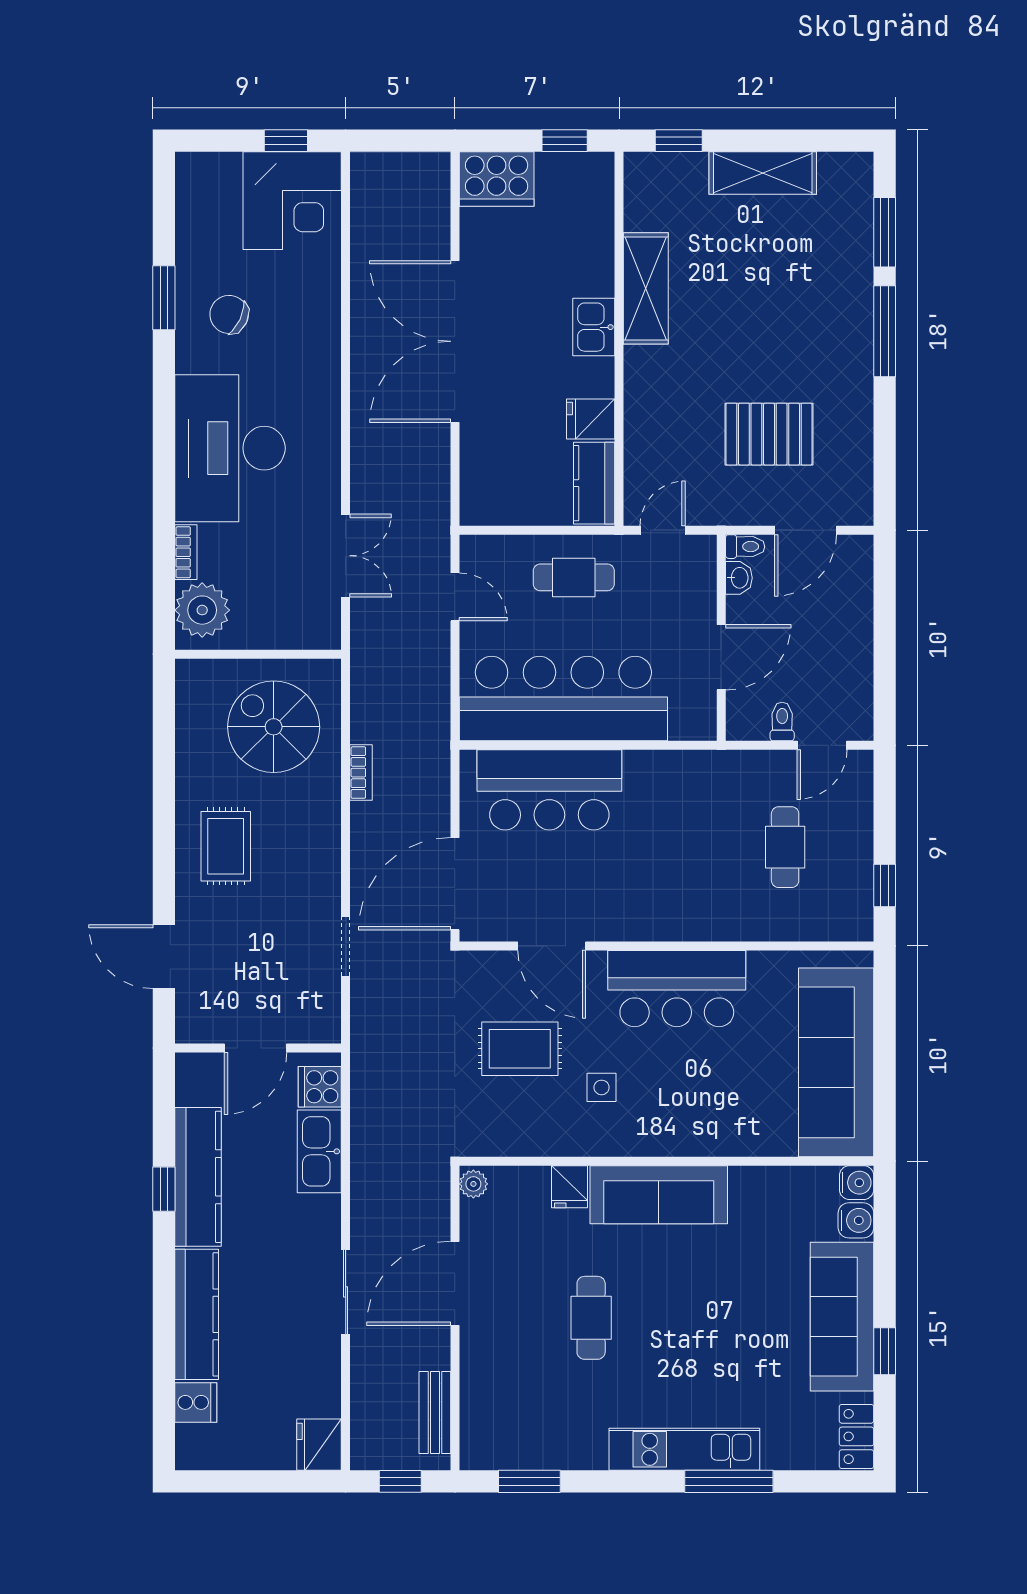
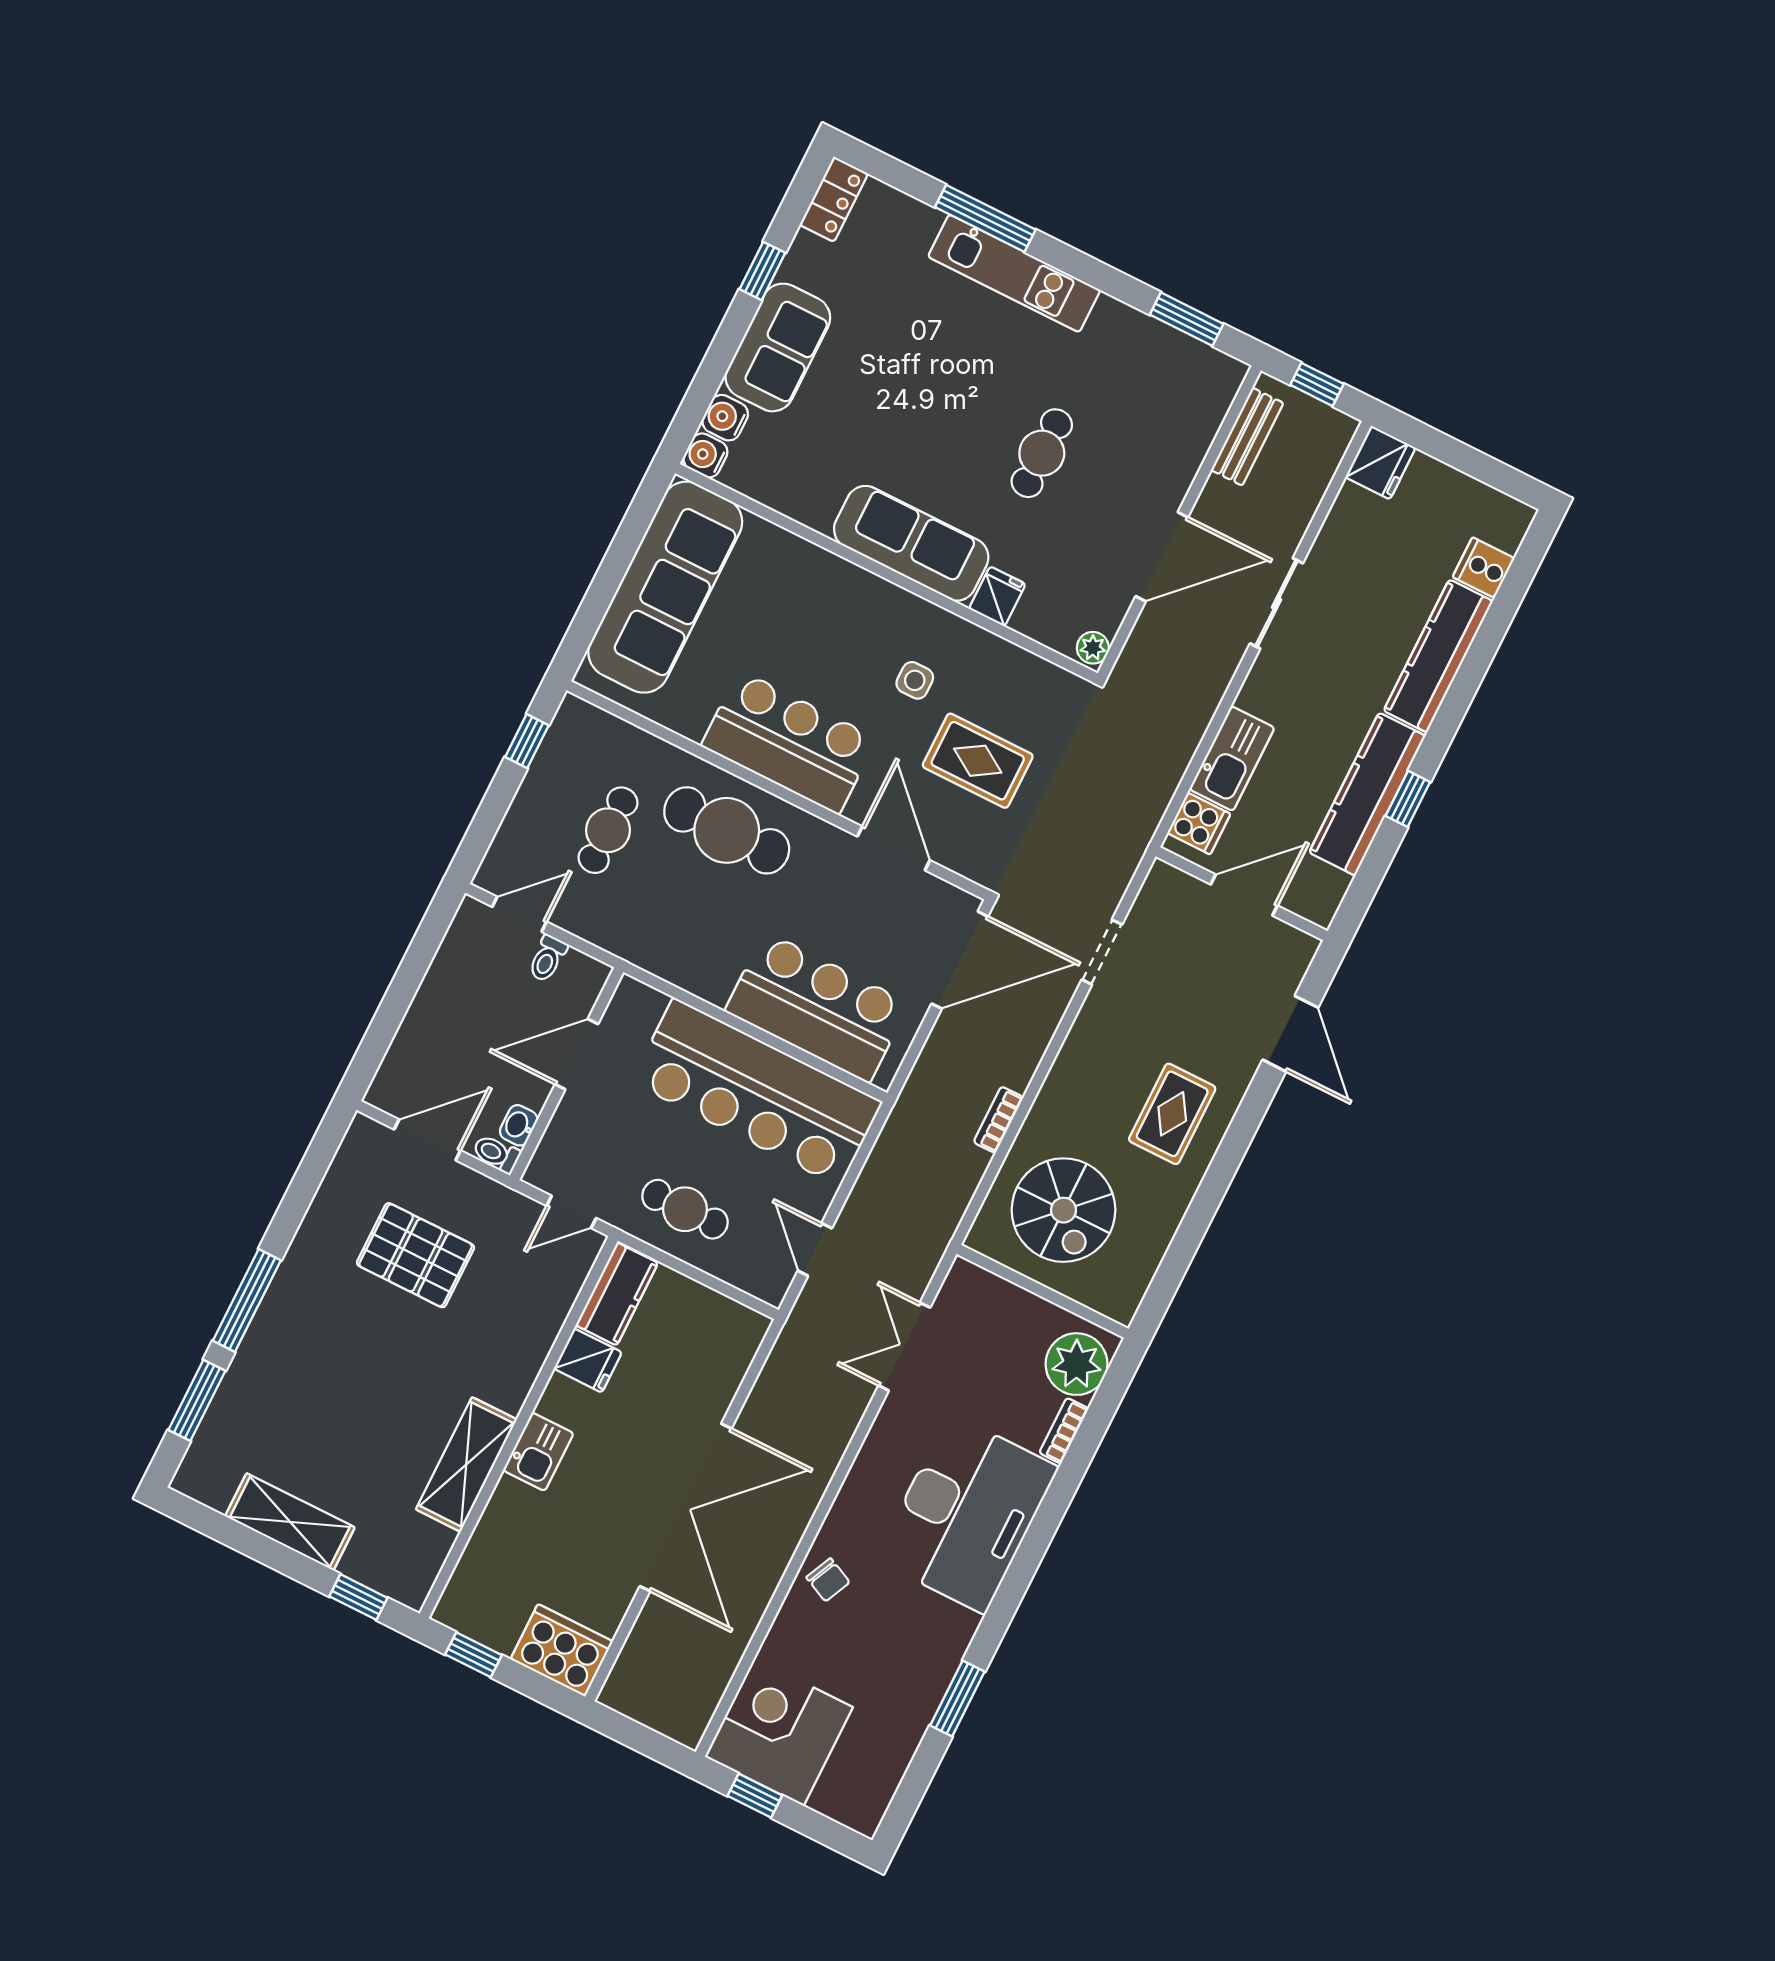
chair: (229, 314) -> (828, 1580), moved, width x0.73, depth x0.73
cafe table: (691, 894) -> (727, 830), added
sofa: (842, 1317) -> (778, 347), width x0.73

